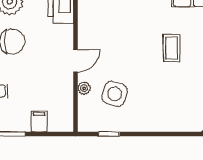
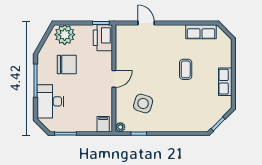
plant: (84, 88) -> (120, 127), moved
filing cabinet: (39, 121) -> (103, 124), moved

